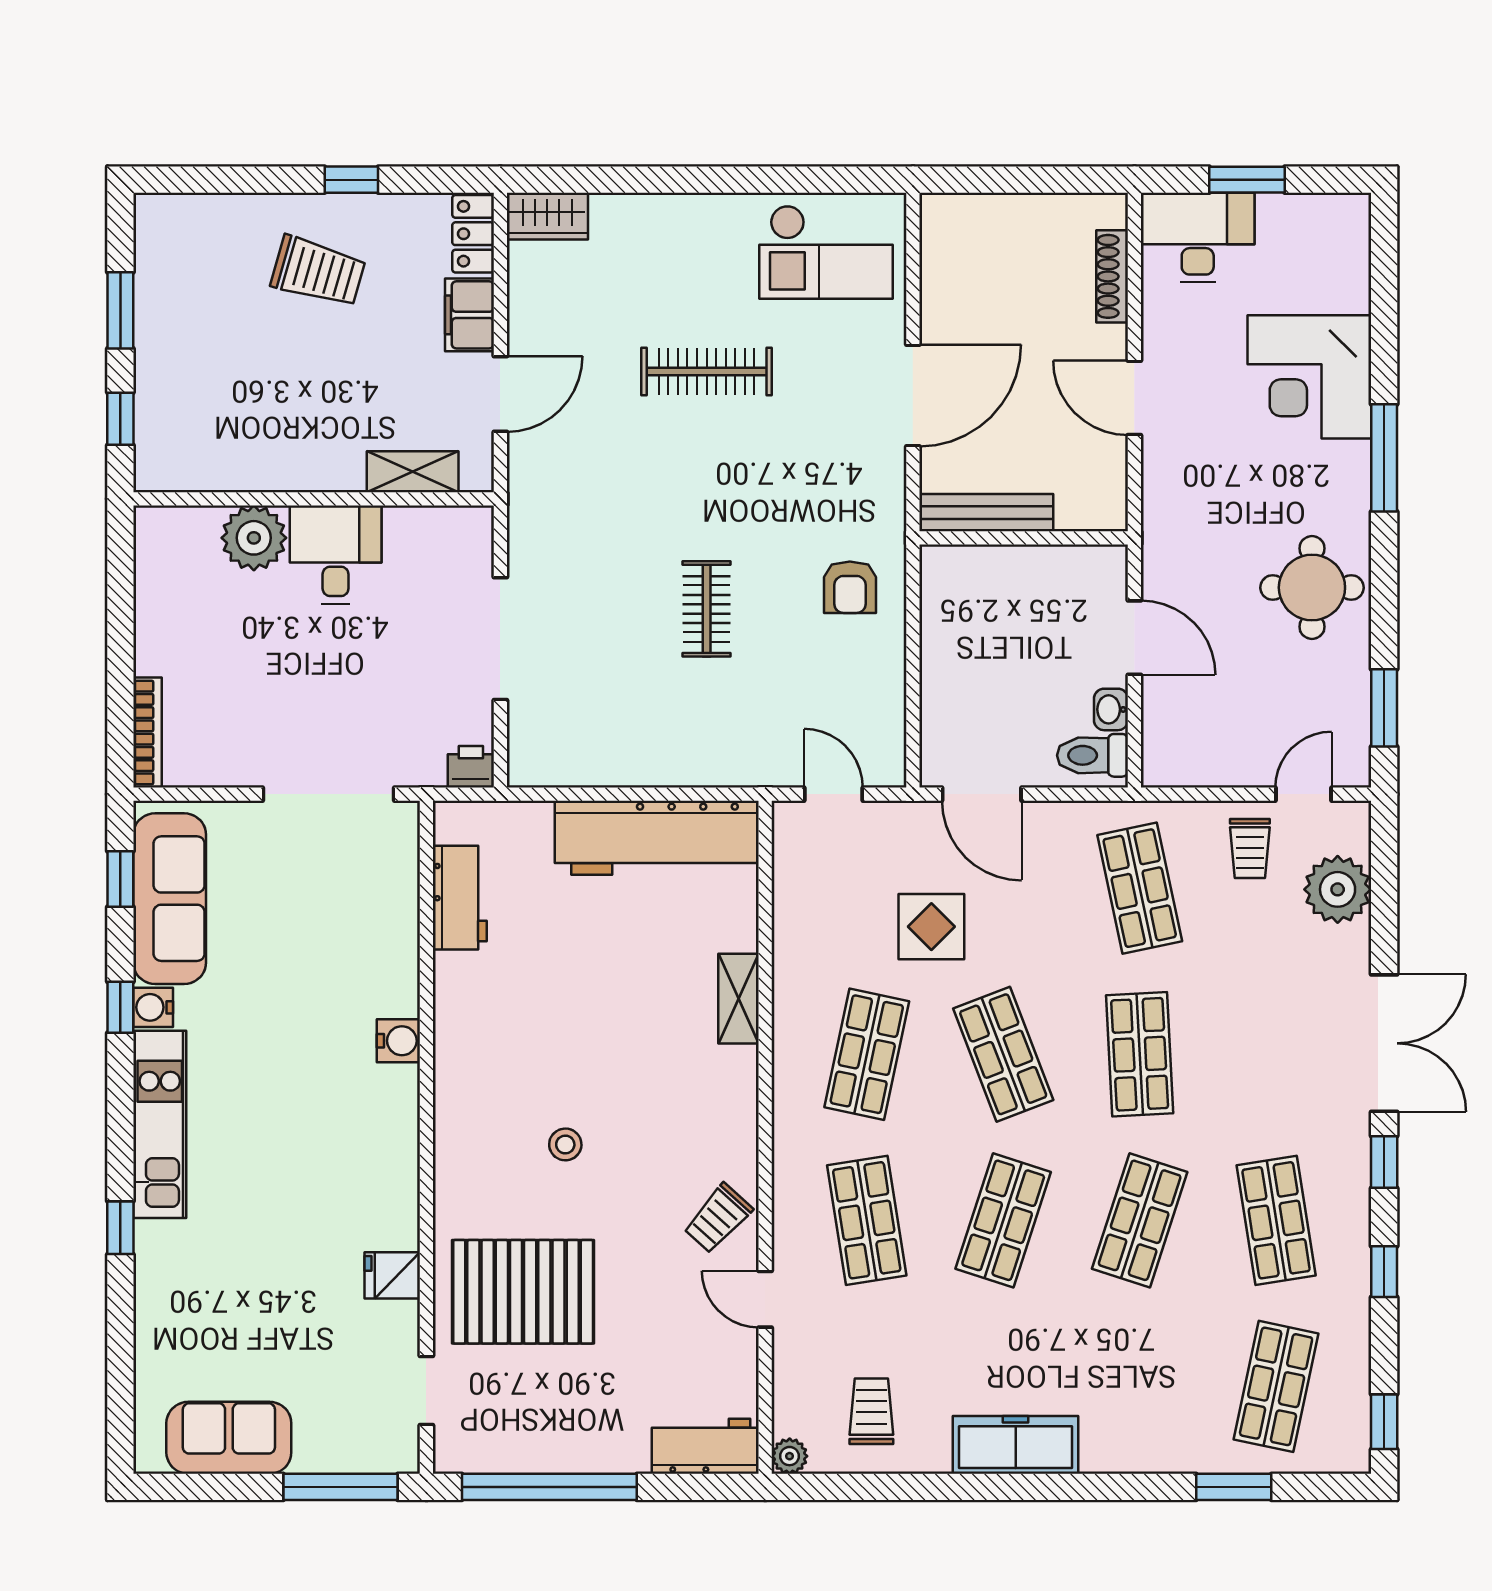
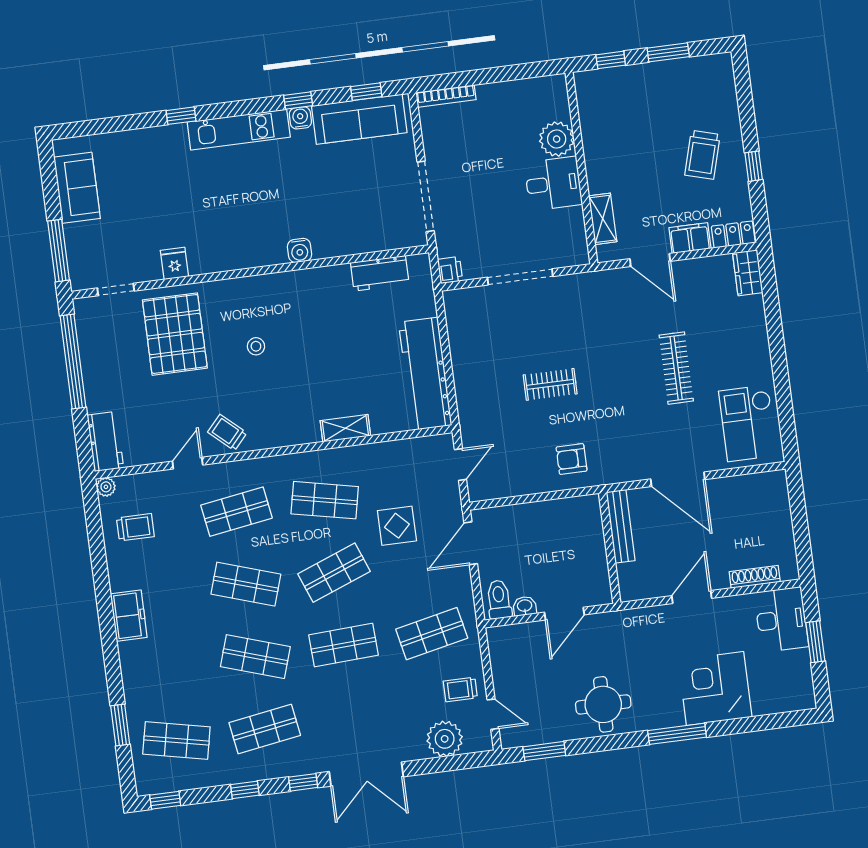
freezer: (1016, 1445) -> (129, 616), width x0.71

